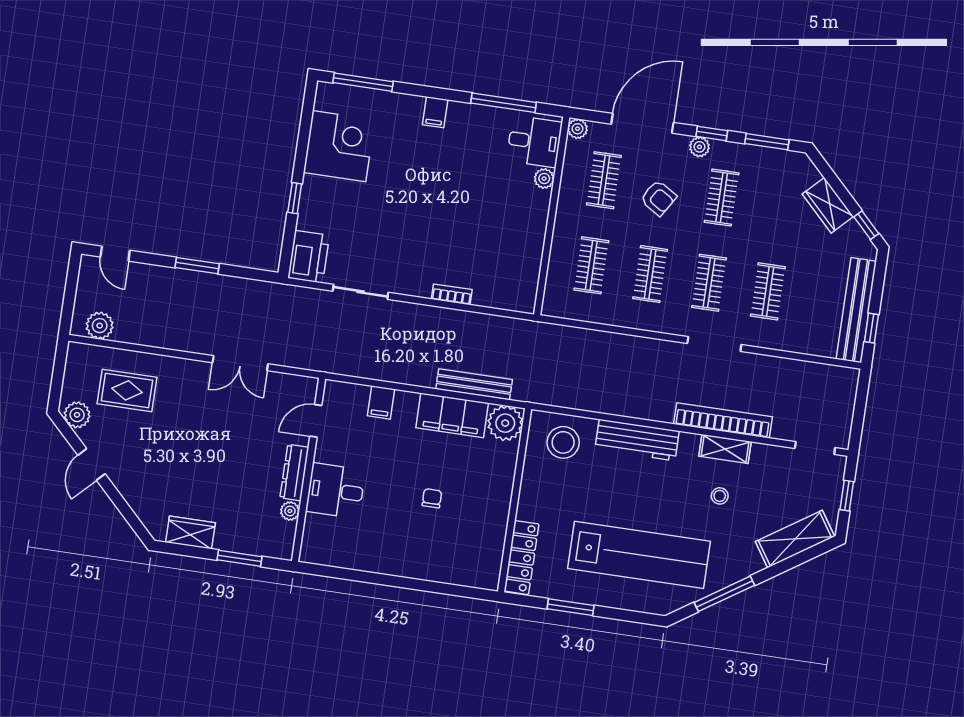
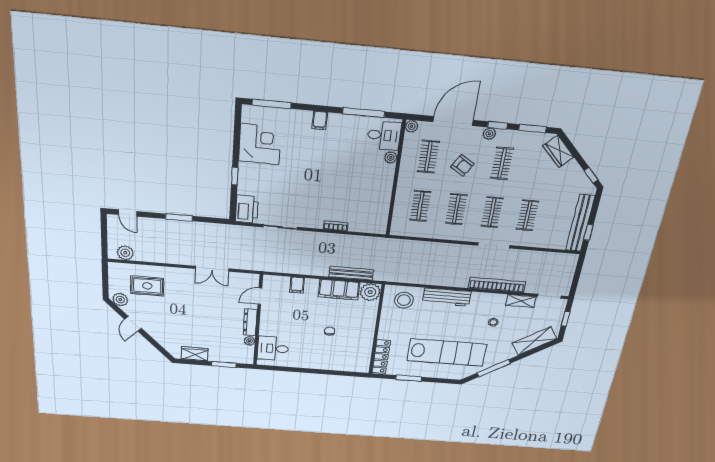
wardrobe: (828, 205) -> (558, 151), moved
shelving: (725, 449) -> (521, 301), moved
desk: (336, 491) -> (273, 348), moved

